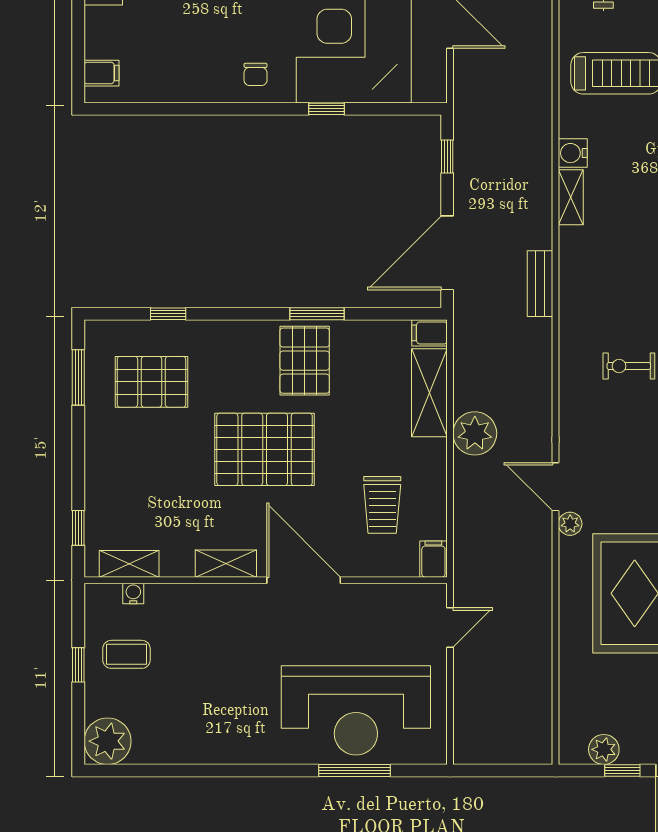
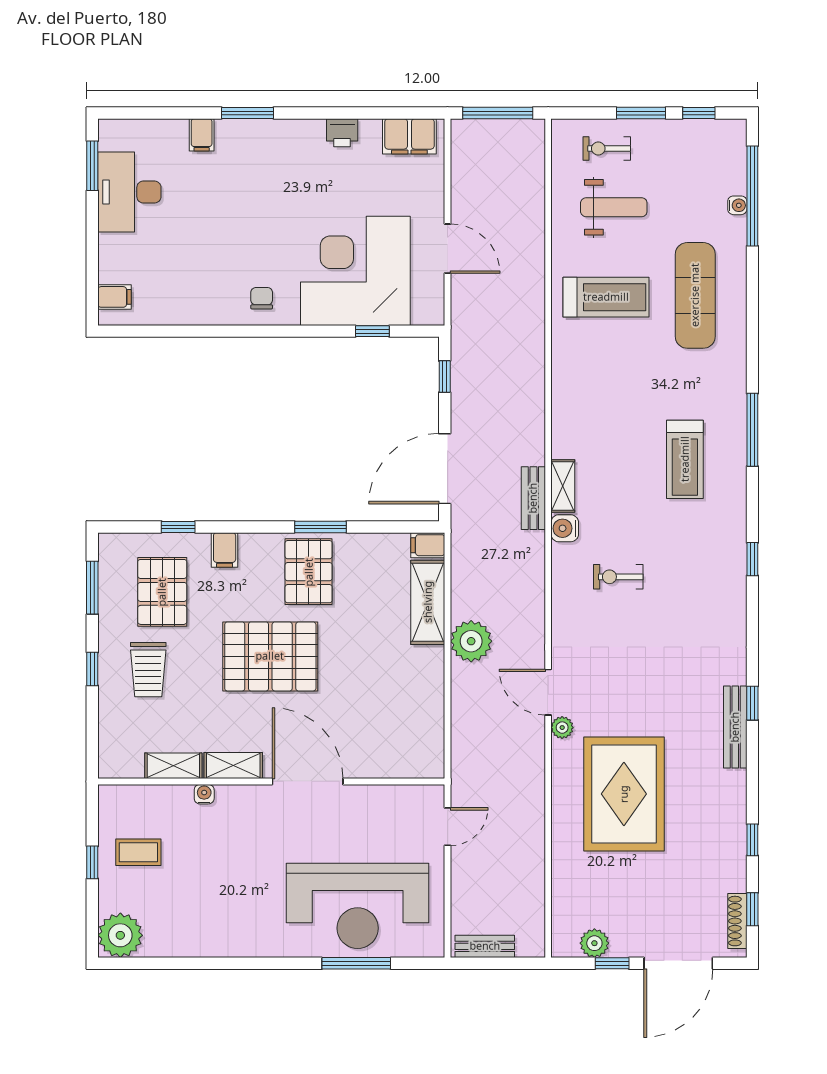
chair: (256, 74) -> (262, 298), turned 180
window: (326, 109) -> (372, 331), moved
water cooler: (573, 153) -> (565, 528), moved
shelving: (571, 197) -> (563, 486), moved
pallet: (151, 382) -> (162, 592), turned 90
trolley: (382, 505) -> (148, 670), moved
window: (78, 528) -> (92, 669), moved
filing cabinet: (433, 559) -> (225, 550), moved, turned 180
shelving: (129, 564) -> (173, 766), moved
water cooler: (133, 594) -> (204, 794), moved
bench: (489, 753) -> (485, 946), added

